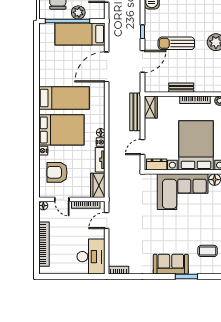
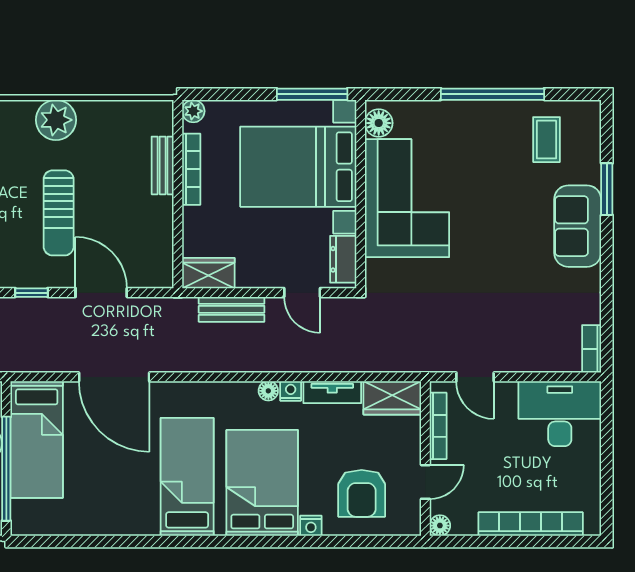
bench: (181, 88) -> (163, 165), moved
bench: (135, 112) -> (232, 309), width x0.73

